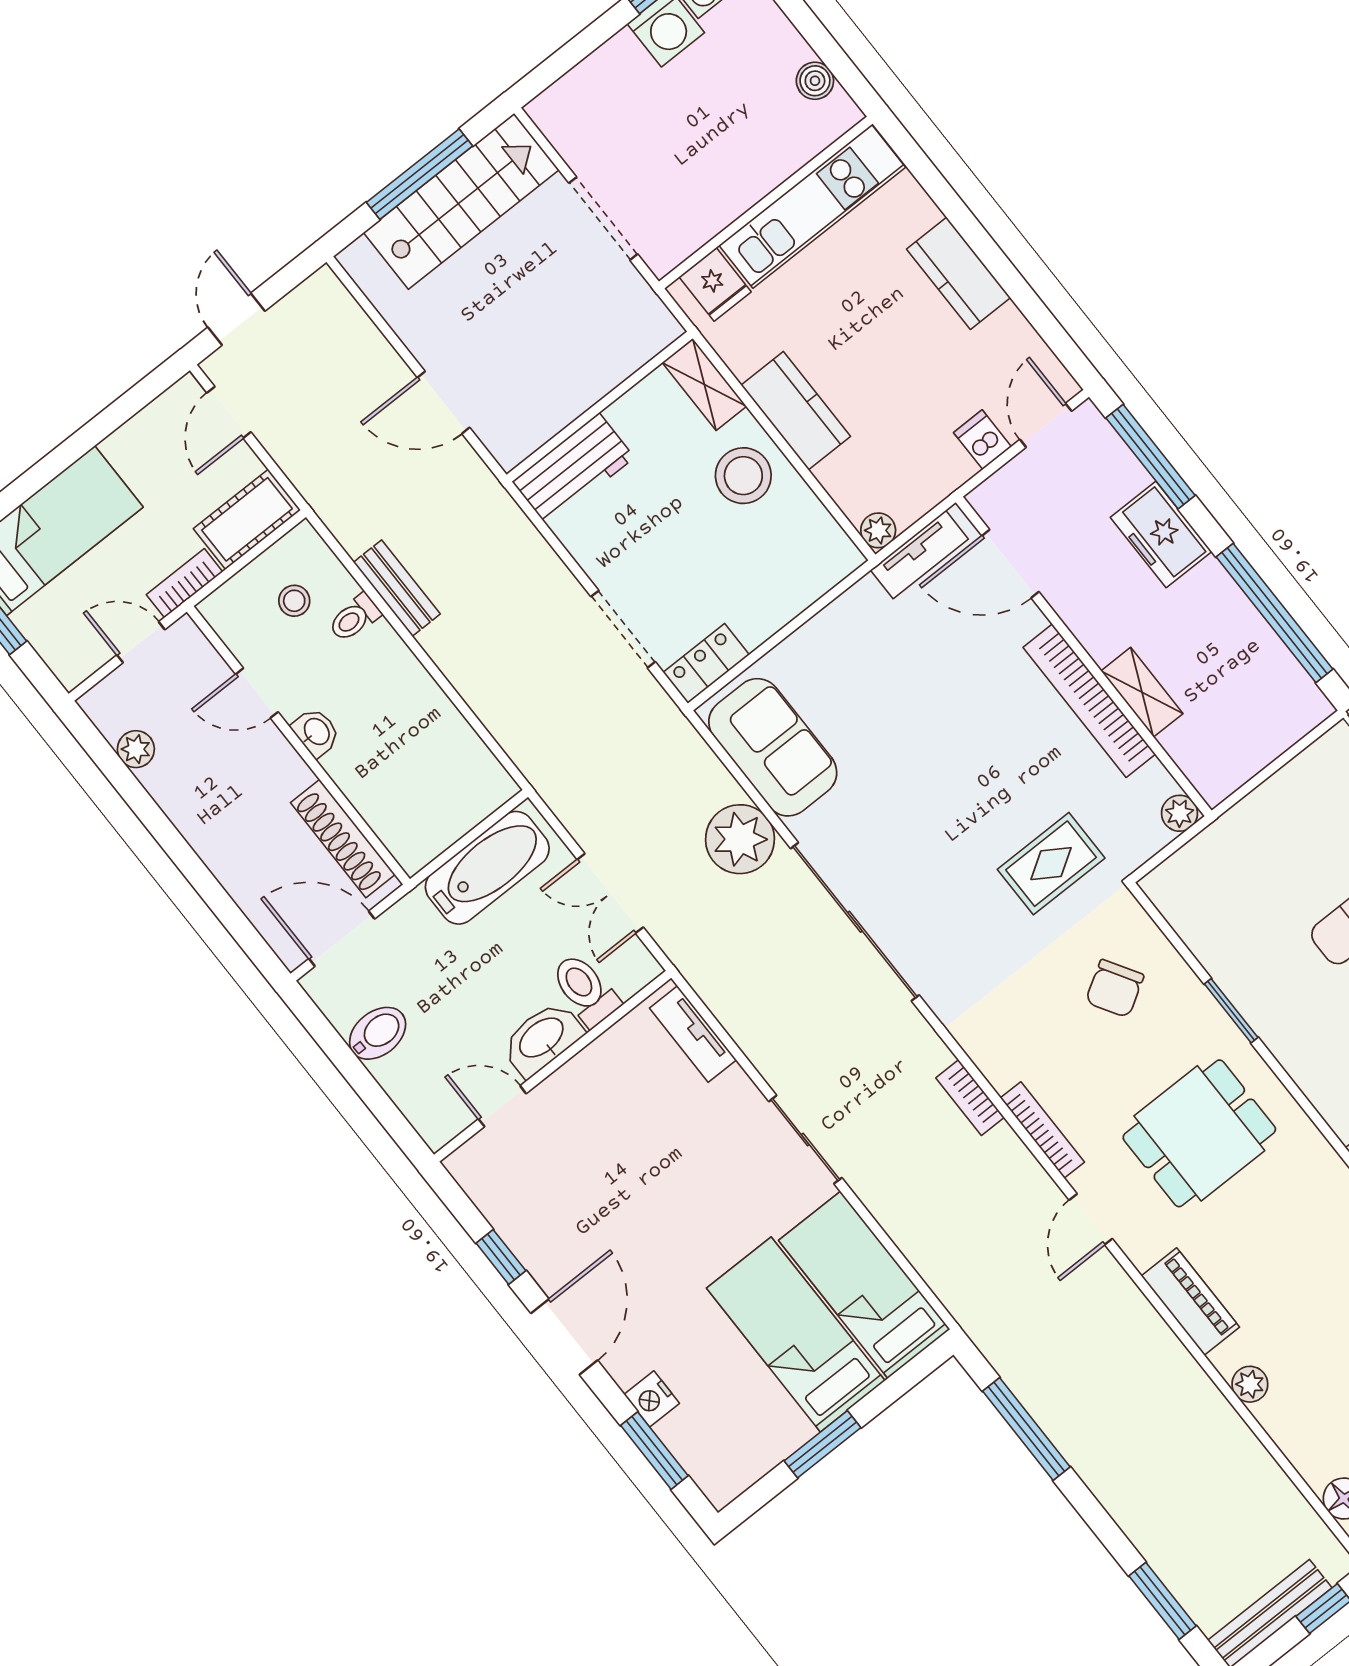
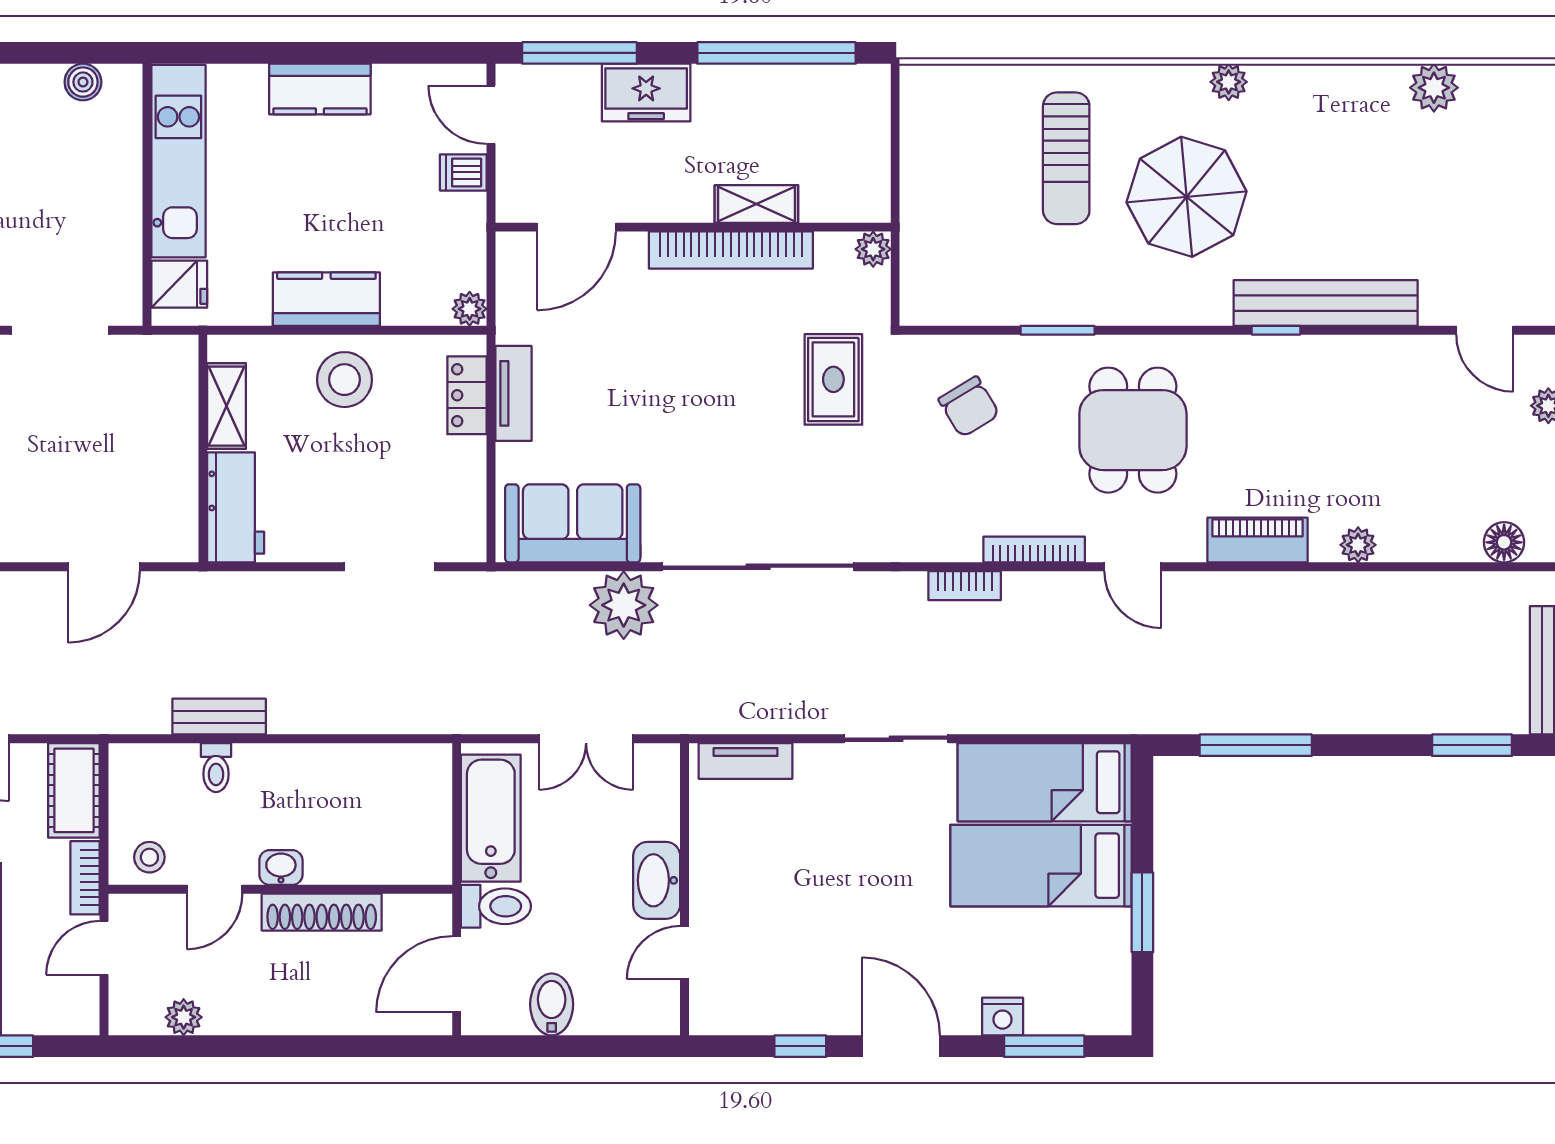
shelving: (704, 385) -> (227, 406), moved, turned 90
tv unit: (919, 554) -> (513, 393), moved
stool: (294, 601) -> (149, 857), moved
locker: (706, 663) -> (467, 395), moved
shoe rack: (343, 839) -> (322, 912), moved
toilet: (585, 990) -> (496, 906), moved, turned 180

